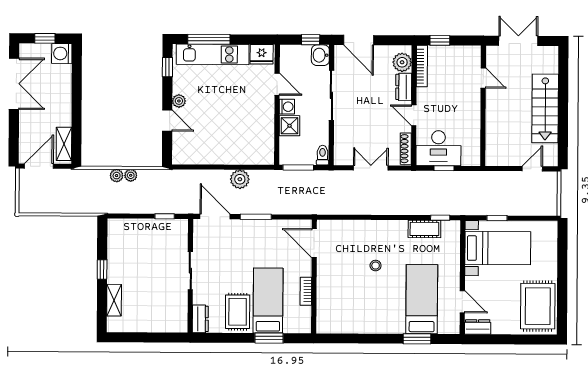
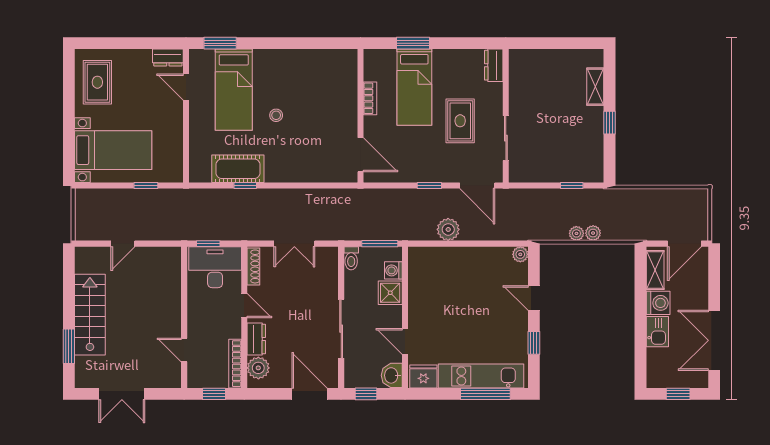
washing machine: (62, 53) -> (658, 303), moved
washbasin: (320, 55) -> (392, 375), moved, turned 180
window: (167, 67) -> (534, 343), moved
door: (483, 78) -> (184, 350), moved
window: (563, 81) -> (69, 346), added
kitchen sink: (62, 91) -> (657, 332), added
plant: (179, 101) -> (520, 254), moved
wall: (483, 106) -> (184, 317), moved
washing machine: (287, 107) -> (393, 270), moved
door: (532, 169) -> (123, 244), moved
window: (165, 216) -> (572, 186), moved
window: (256, 217) -> (429, 186), width x0.67
window: (440, 218) -> (245, 186), moved
cot: (424, 229) -> (238, 169), width x1.37, depth x1.34
bed with nightstands: (498, 248) -> (113, 150), moved, turned 180
stool: (376, 266) -> (276, 115), moved
sliding door: (190, 271) -> (506, 138), moved
rug: (538, 306) -> (97, 82), width x0.73, depth x0.70
rug: (238, 312) -> (460, 121), moved
window: (417, 339) -> (220, 43), moved

